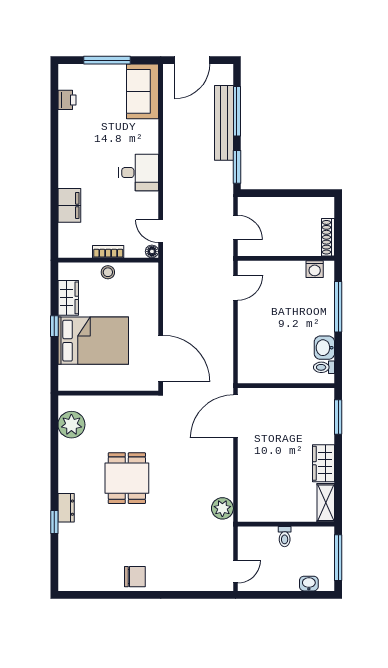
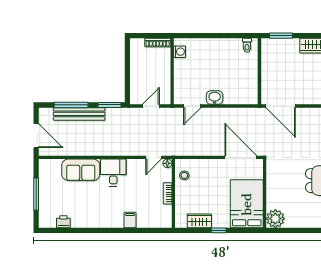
sofa: (143, 91) -> (81, 170), moved
filing cabinet: (69, 205) -> (130, 220), width x0.50
stool: (108, 272) -> (184, 175), moved
door: (236, 288) -> (192, 106), swing flipped
window: (338, 307) -> (205, 36), removed
bed: (93, 341) -> (247, 204), moved
washbasin: (324, 348) -> (215, 98), moved, turned 180
door: (161, 358) -> (241, 157), hinge flipped
plant: (71, 425) -> (275, 219), moved

